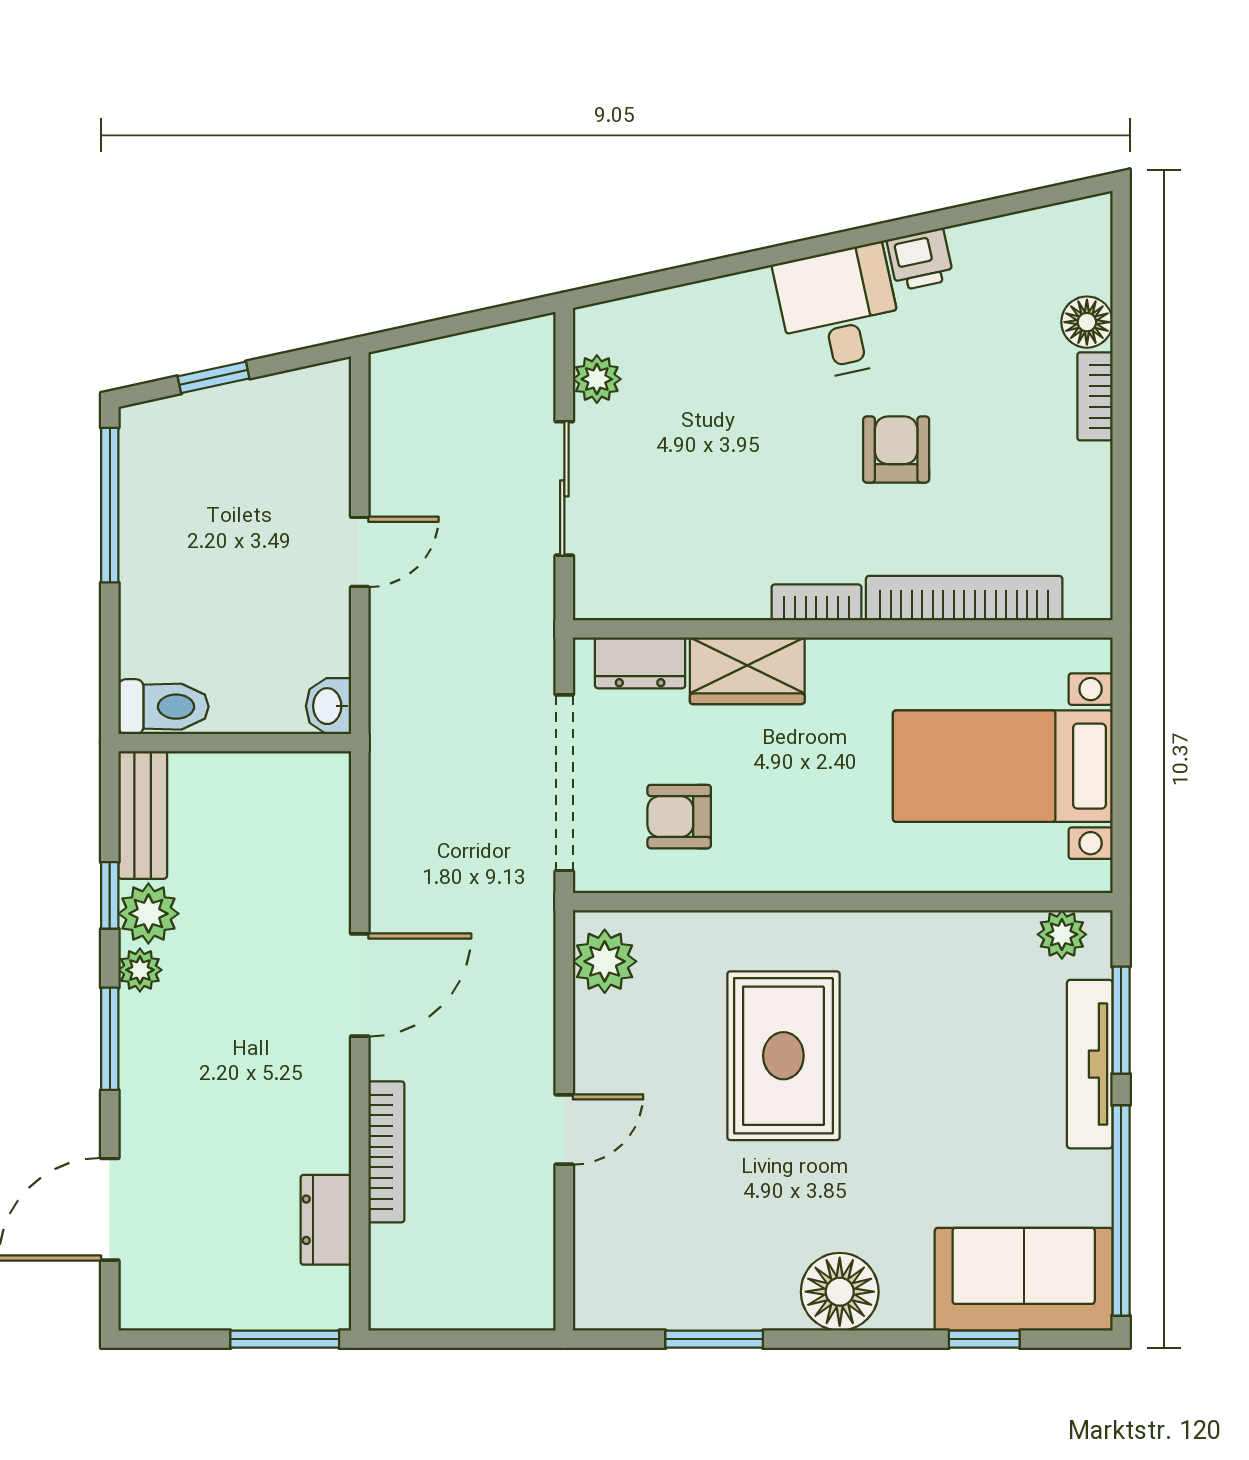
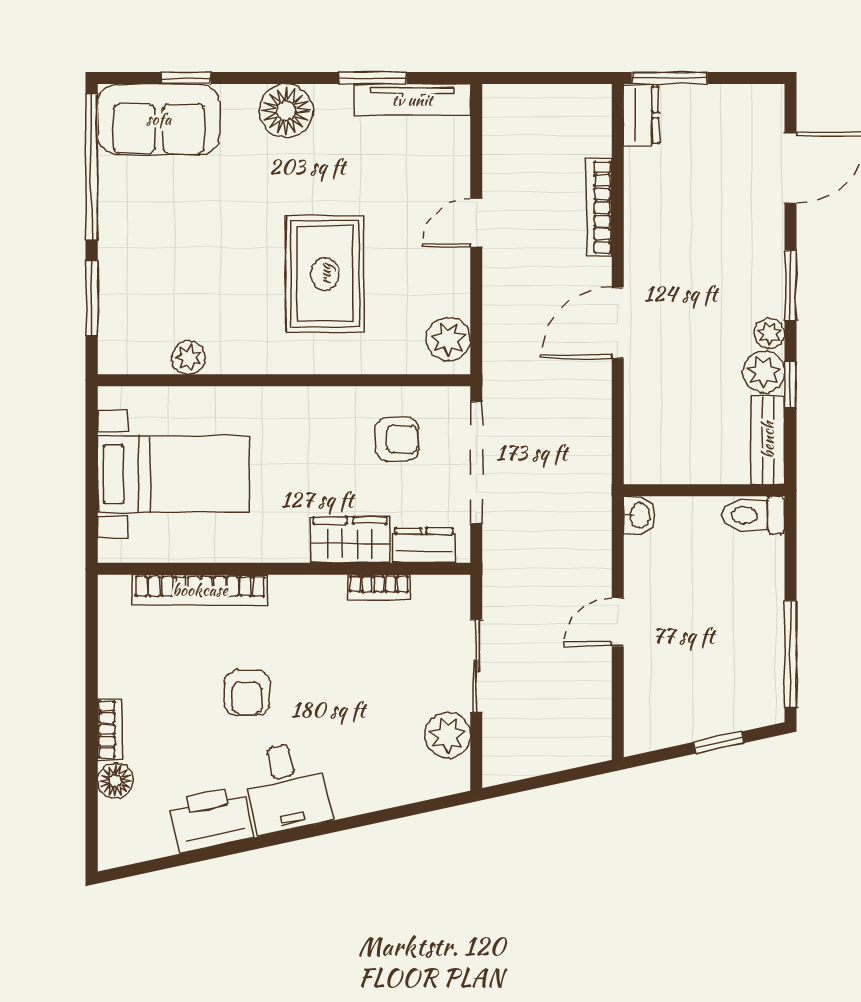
printer: (920, 260) -> (211, 819), width x1.87, depth x1.48
plant: (597, 379) -> (448, 735), width x1.38, depth x1.38
bookcase: (816, 602) -> (379, 587), moved
plant: (1062, 934) -> (189, 358), moved
tv unit: (1090, 1064) -> (412, 100), moved, turned 90
dresser: (326, 1220) -> (641, 115), moved

